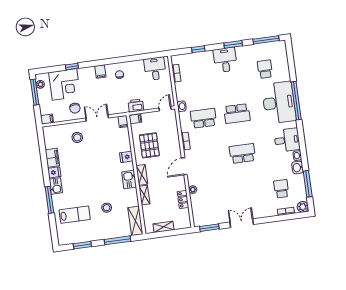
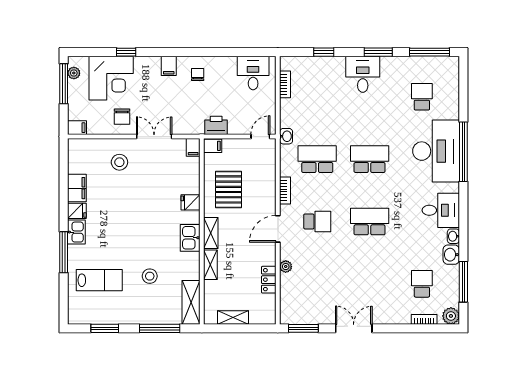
school desk: (237, 114) -> (370, 159), turned 180
school desk: (209, 158) -> (317, 221), added

